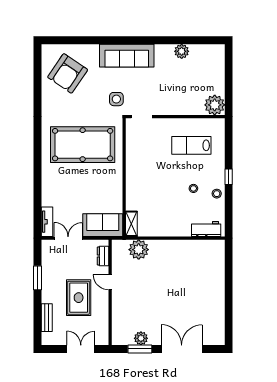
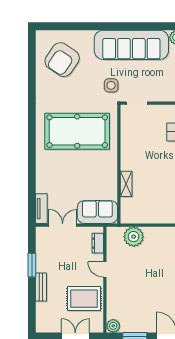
sofa: (127, 56) -> (131, 45), width x1.36, depth x1.27
shelving: (131, 224) -> (126, 184), moved
rug: (79, 298) -> (84, 299), moved, turned 90
bench: (47, 318) -> (41, 287), moved
plant: (141, 338) -> (113, 326), moved

